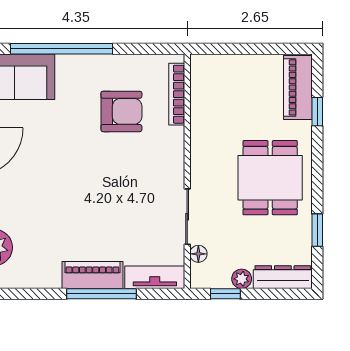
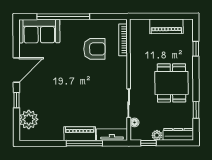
piano: (298, 87) -> (166, 26), moved, turned -90

